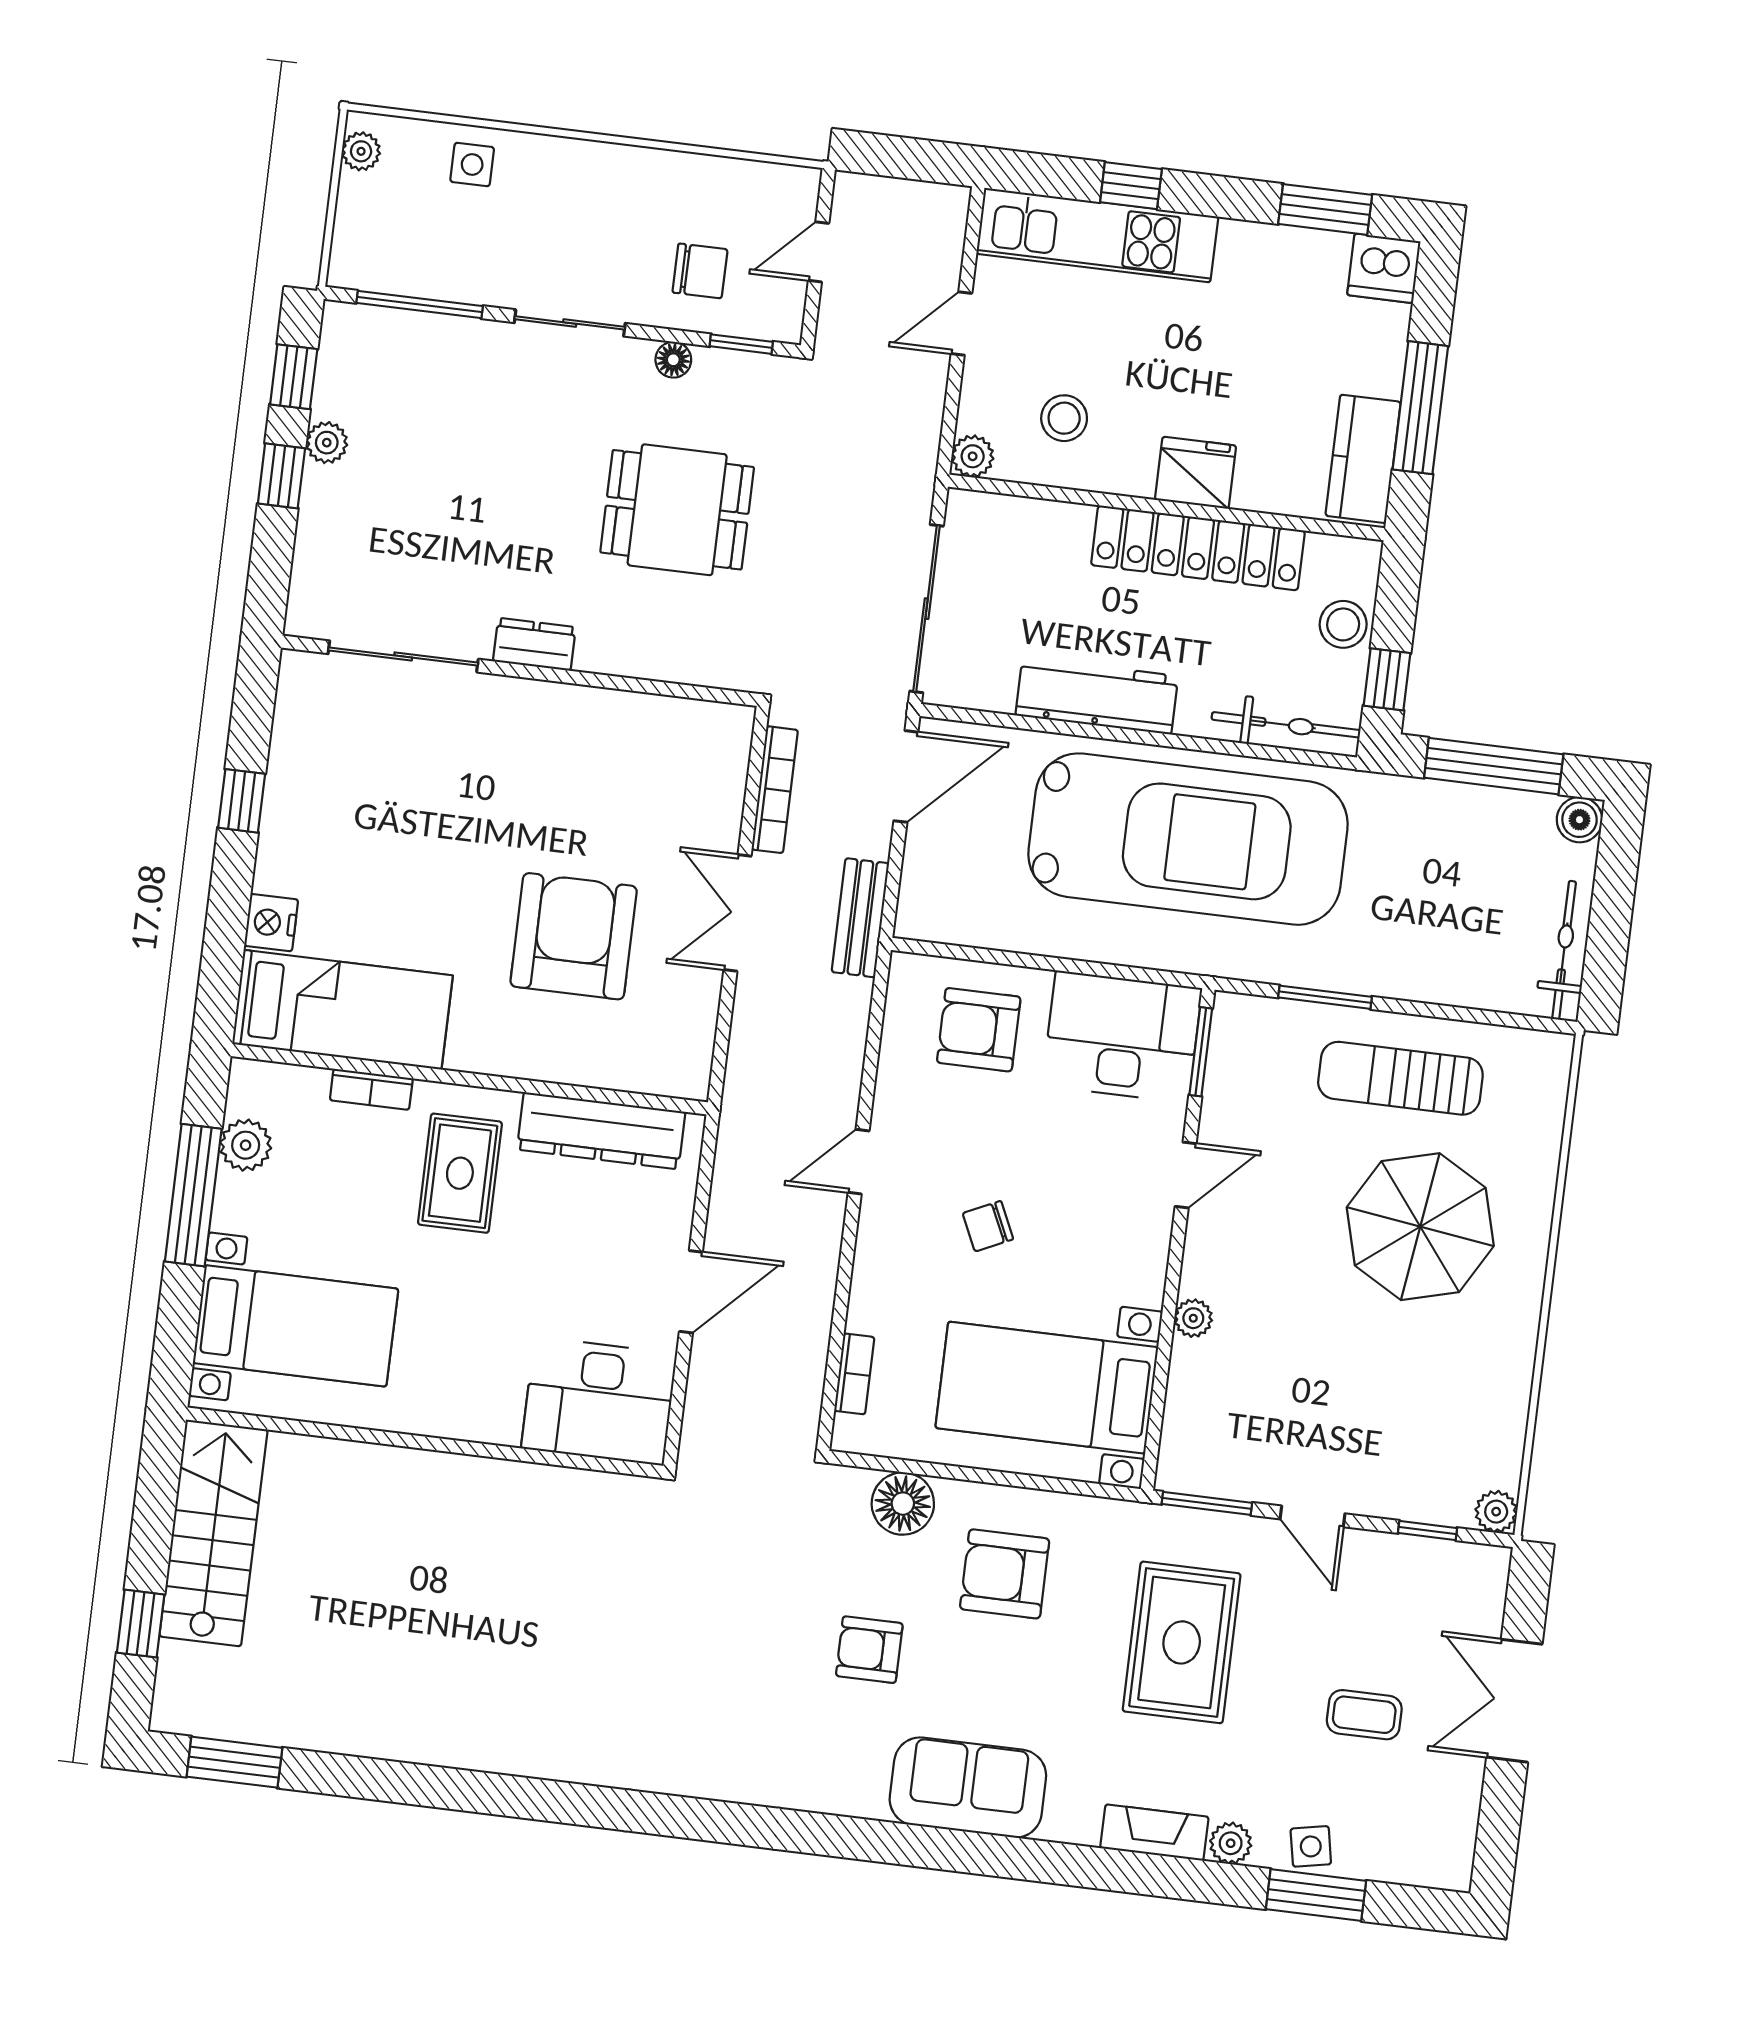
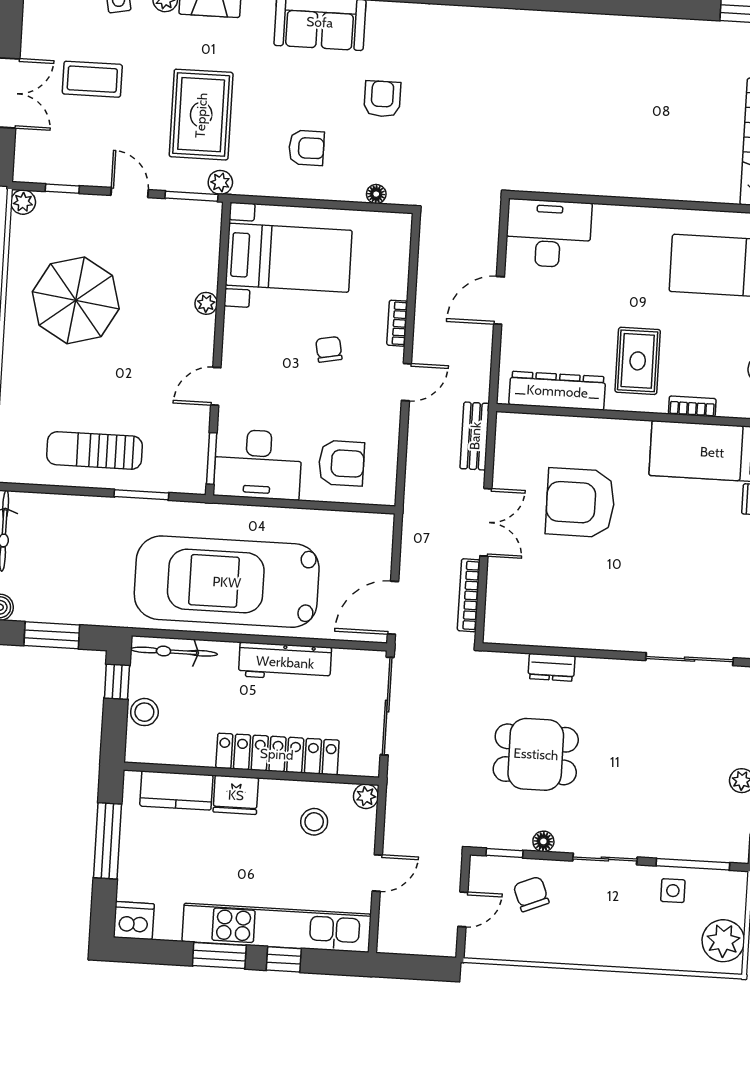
plant: (361, 151) -> (723, 941), width x1.88, depth x1.88
side table: (472, 165) -> (673, 891), moved
window: (1325, 209) -> (219, 956), moved
kitchen unit: (1097, 235) -> (277, 928), width x1.36
chair: (700, 271) -> (531, 894), turned 68
kitchen counter: (1363, 459) -> (176, 790), moved, turned 90
locker: (1198, 548) -> (277, 754), moved
dresser: (534, 644) -> (551, 667), moved
window: (1494, 766) -> (52, 635), width x0.69
bench: (860, 918) -> (475, 436), moved
armchair: (574, 936) -> (580, 503), turned 90
sun lounger: (1400, 1078) -> (95, 450), turned 180
chair: (988, 1226) -> (329, 349), turned -76
parasol: (1420, 1227) -> (76, 300), moved
bookcase: (854, 1374) -> (397, 323), moved
floor lamp: (903, 1504) -> (376, 194), width x0.53, depth x0.53
plant: (1156, 1524) -> (220, 182), added
armchair: (1005, 1574) -> (306, 148), width x0.72, depth x0.72
armchair: (869, 1650) -> (382, 99), turned -90
coffee table: (1364, 1715) -> (92, 79), width x1.36, depth x1.30

